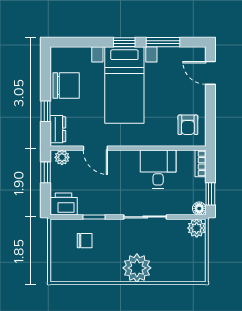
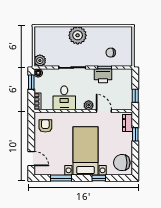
window: (124, 42) -> (99, 178), moved
chair: (66, 85) -> (122, 163), moved
plant: (62, 157) -> (89, 105), moved
printer: (64, 204) -> (103, 76), moved

